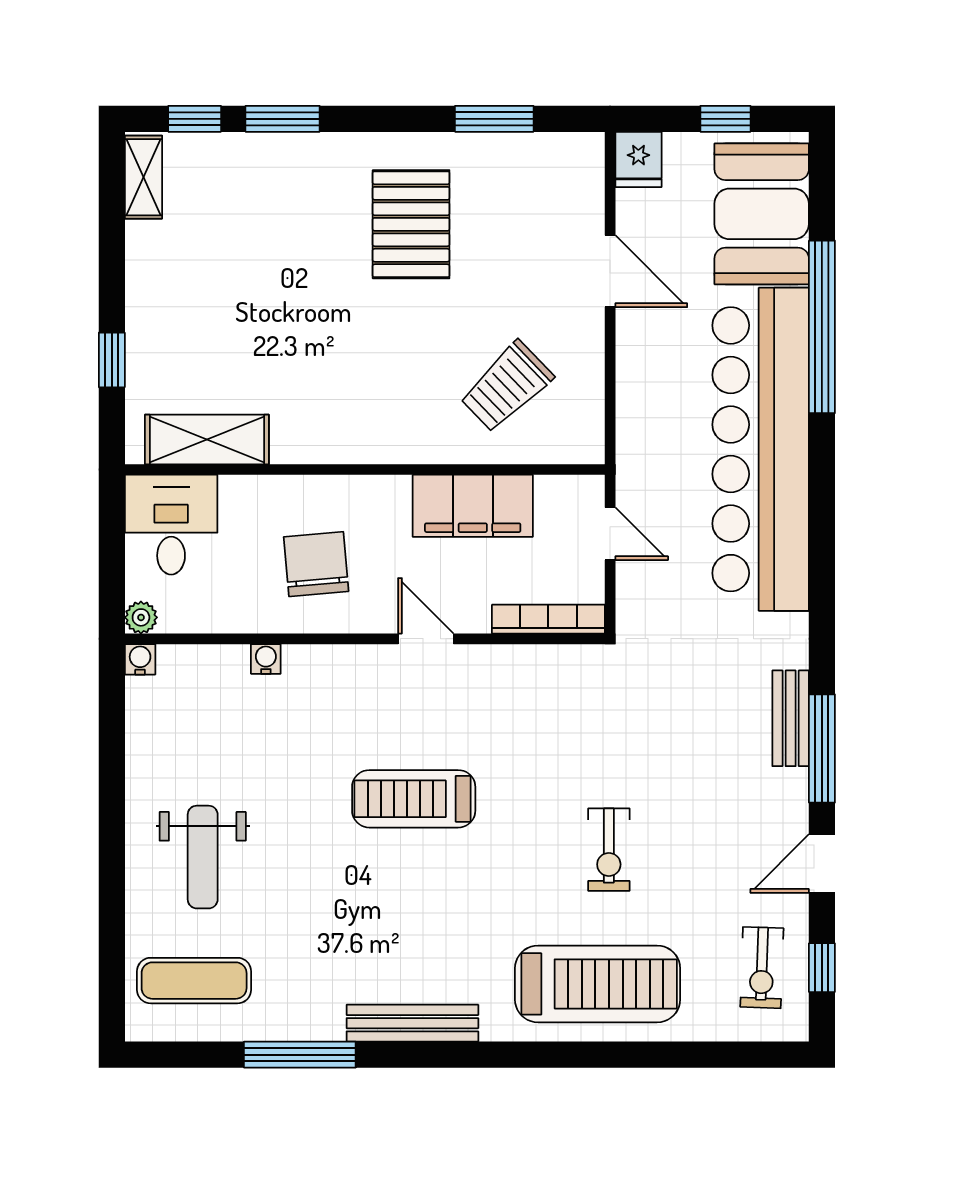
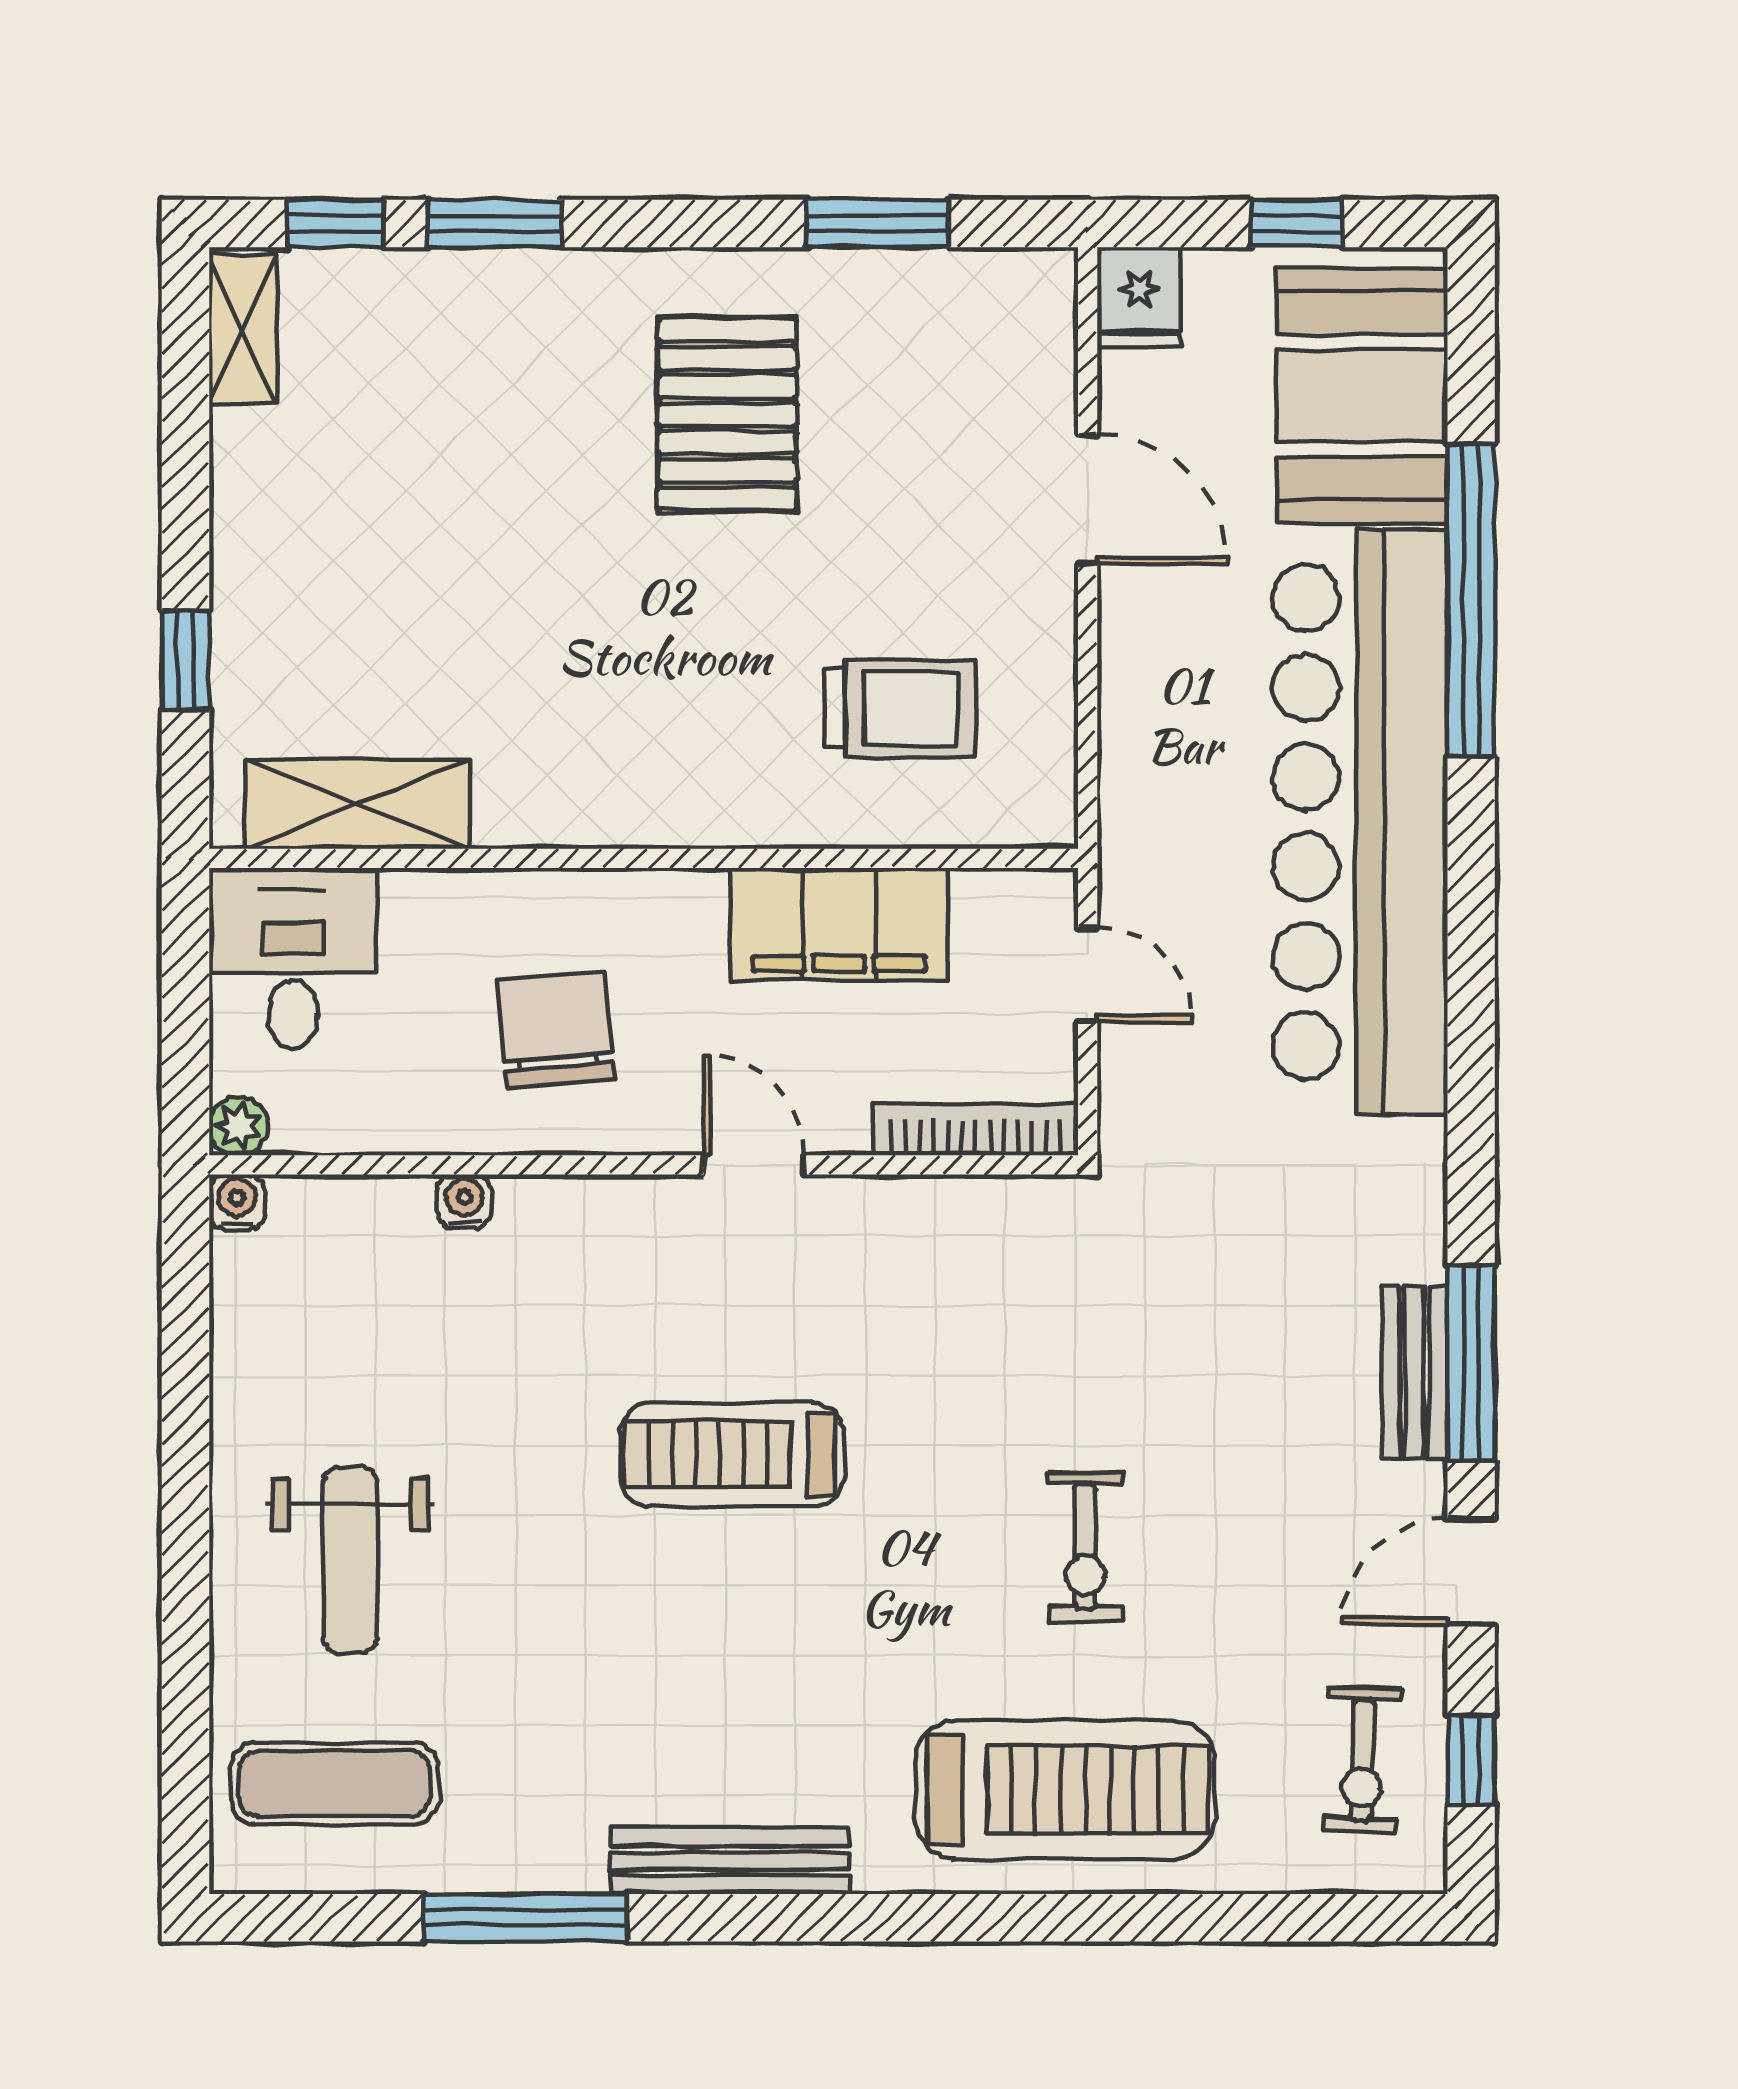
trolley: (507, 387) -> (900, 708), turned -136
bench: (791, 718) -> (1414, 1372), moved

